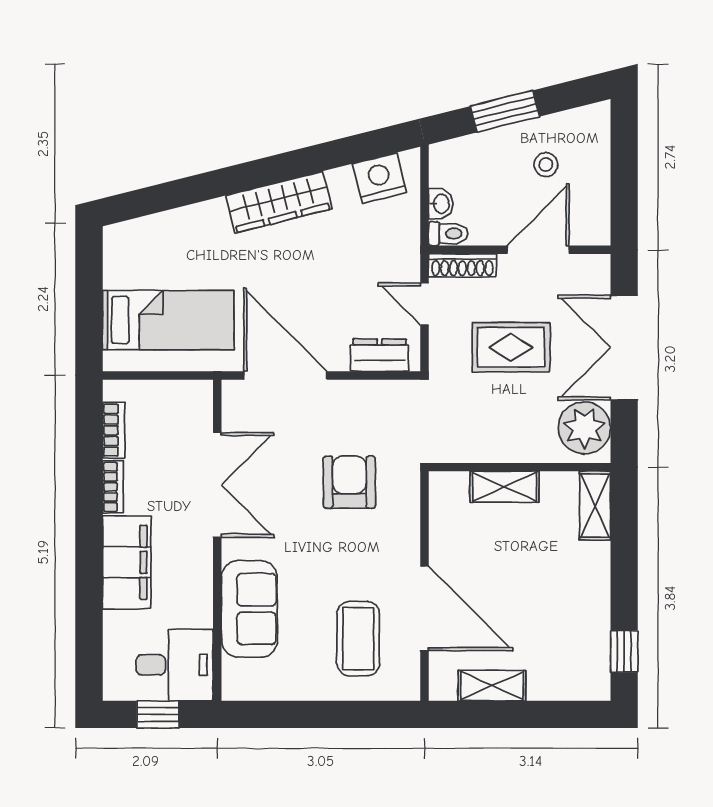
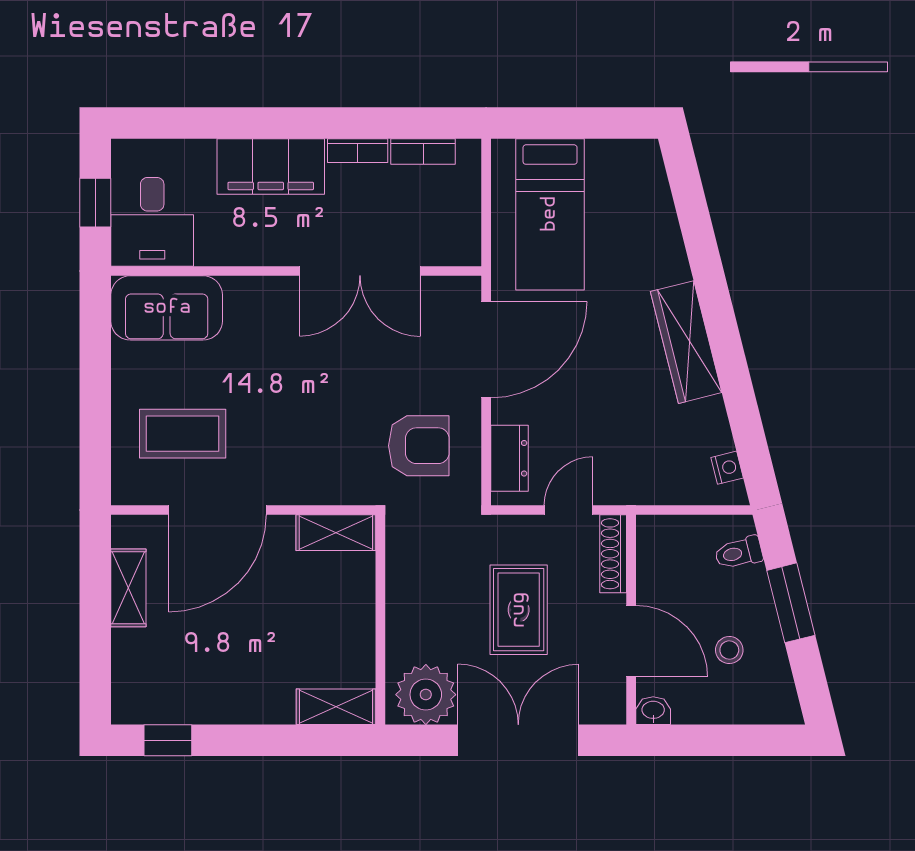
nightstand: (379, 178) -> (727, 468), width x0.53, depth x0.56
washbasin: (441, 204) -> (653, 711), moved, turned 180
toilet: (448, 234) -> (739, 553), moved, turned 76
armchair: (349, 482) -> (419, 446), moved
shelving: (504, 487) -> (336, 533), moved, turned 90
sofa: (249, 609) -> (167, 308), moved

